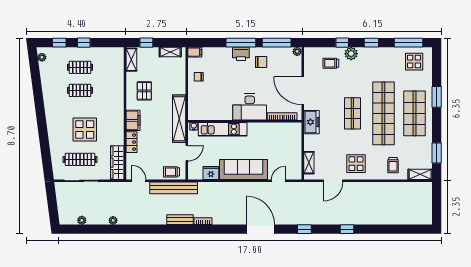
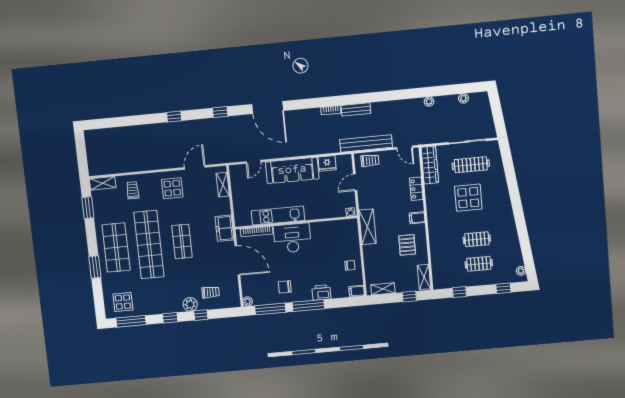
window: (84, 43) -> (459, 292), moved
printer: (241, 54) -> (321, 292), moved
shelving: (179, 119) -> (368, 227), width x0.68
filing cabinet: (133, 120) -> (417, 218), width x0.50
kitchen unit: (223, 129) -> (278, 216), moved

